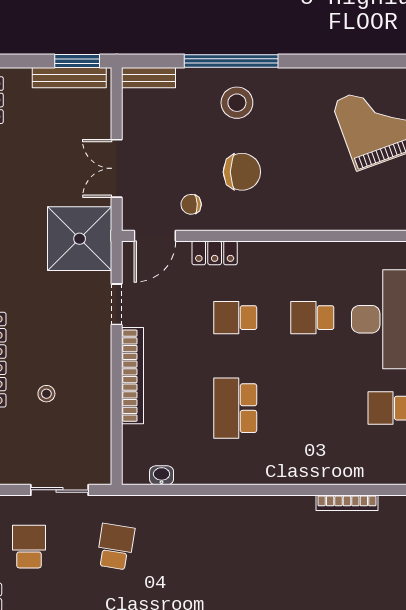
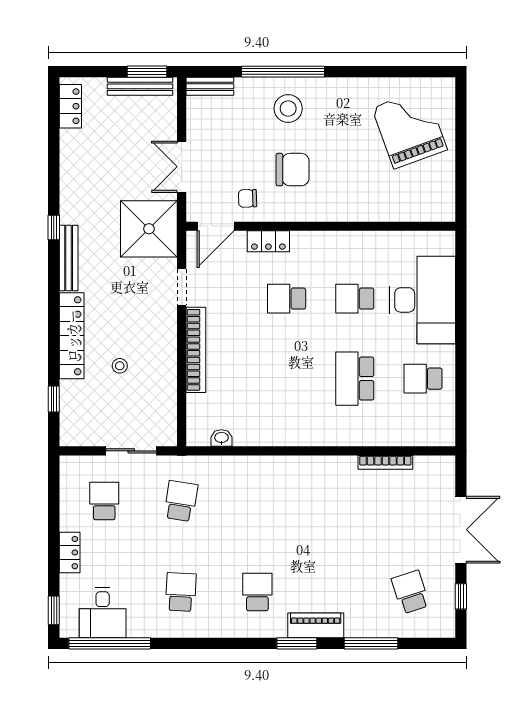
school desk: (235, 408) -> (355, 379), moved

